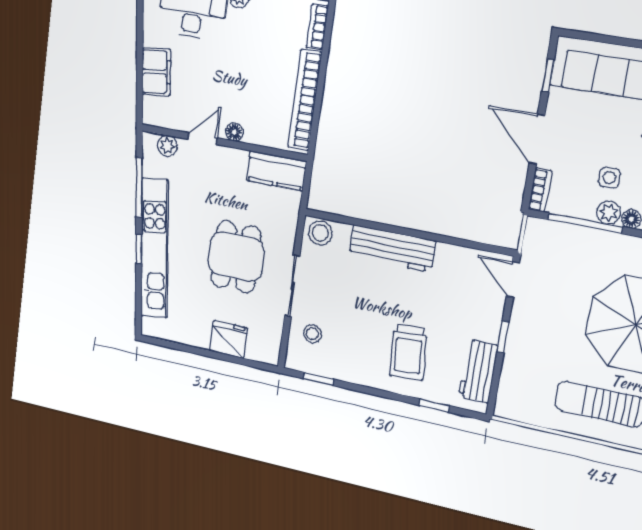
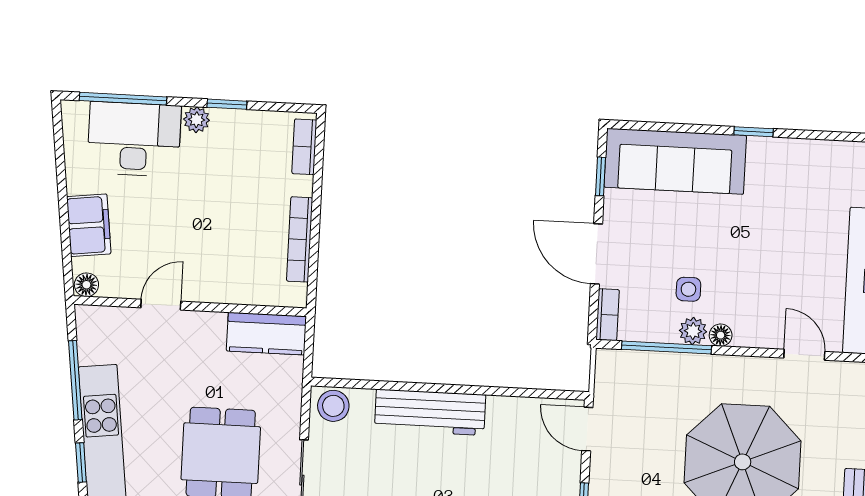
bookcase: (305, 100) -> (300, 239), width x0.68, depth x0.76
floor lamp: (234, 132) -> (86, 285), moved
plant: (167, 146) -> (112, 320), removed

